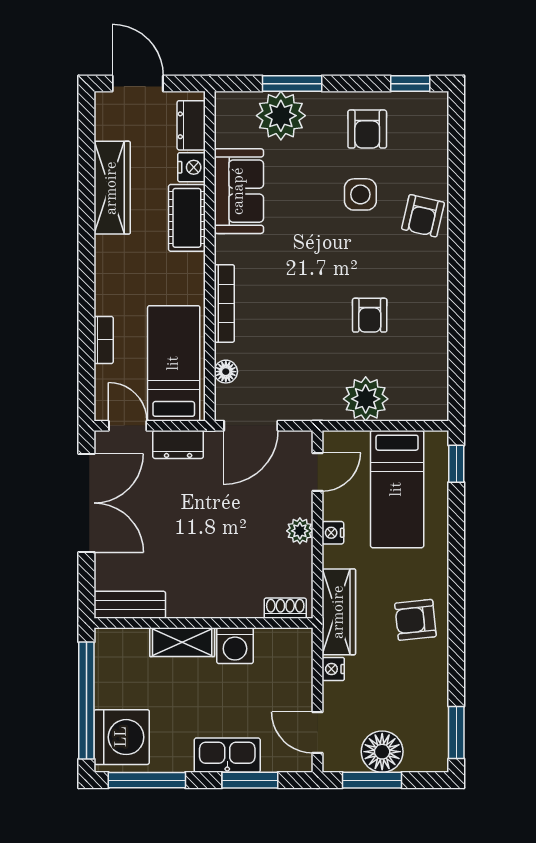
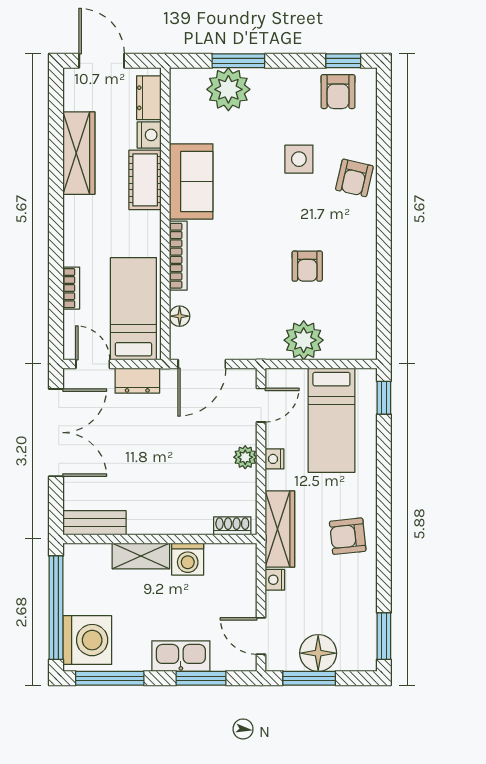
armchair: (367, 129) -> (338, 92), moved
sofa: (239, 191) -> (191, 181), moved

